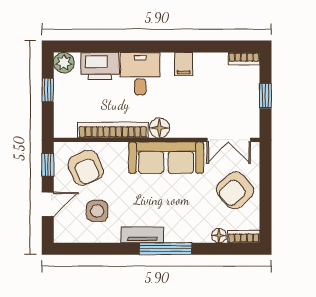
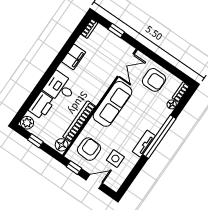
filing cabinet: (184, 64) -> (74, 57), width x2.00
floor lamp: (159, 128) -> (62, 145), moved
armchair: (86, 168) -> (89, 149), turned -65
armchair: (235, 190) -> (154, 80), turned -49
door: (48, 204) -> (94, 182), hinge flipped
window: (166, 249) -> (159, 137), width x1.46

